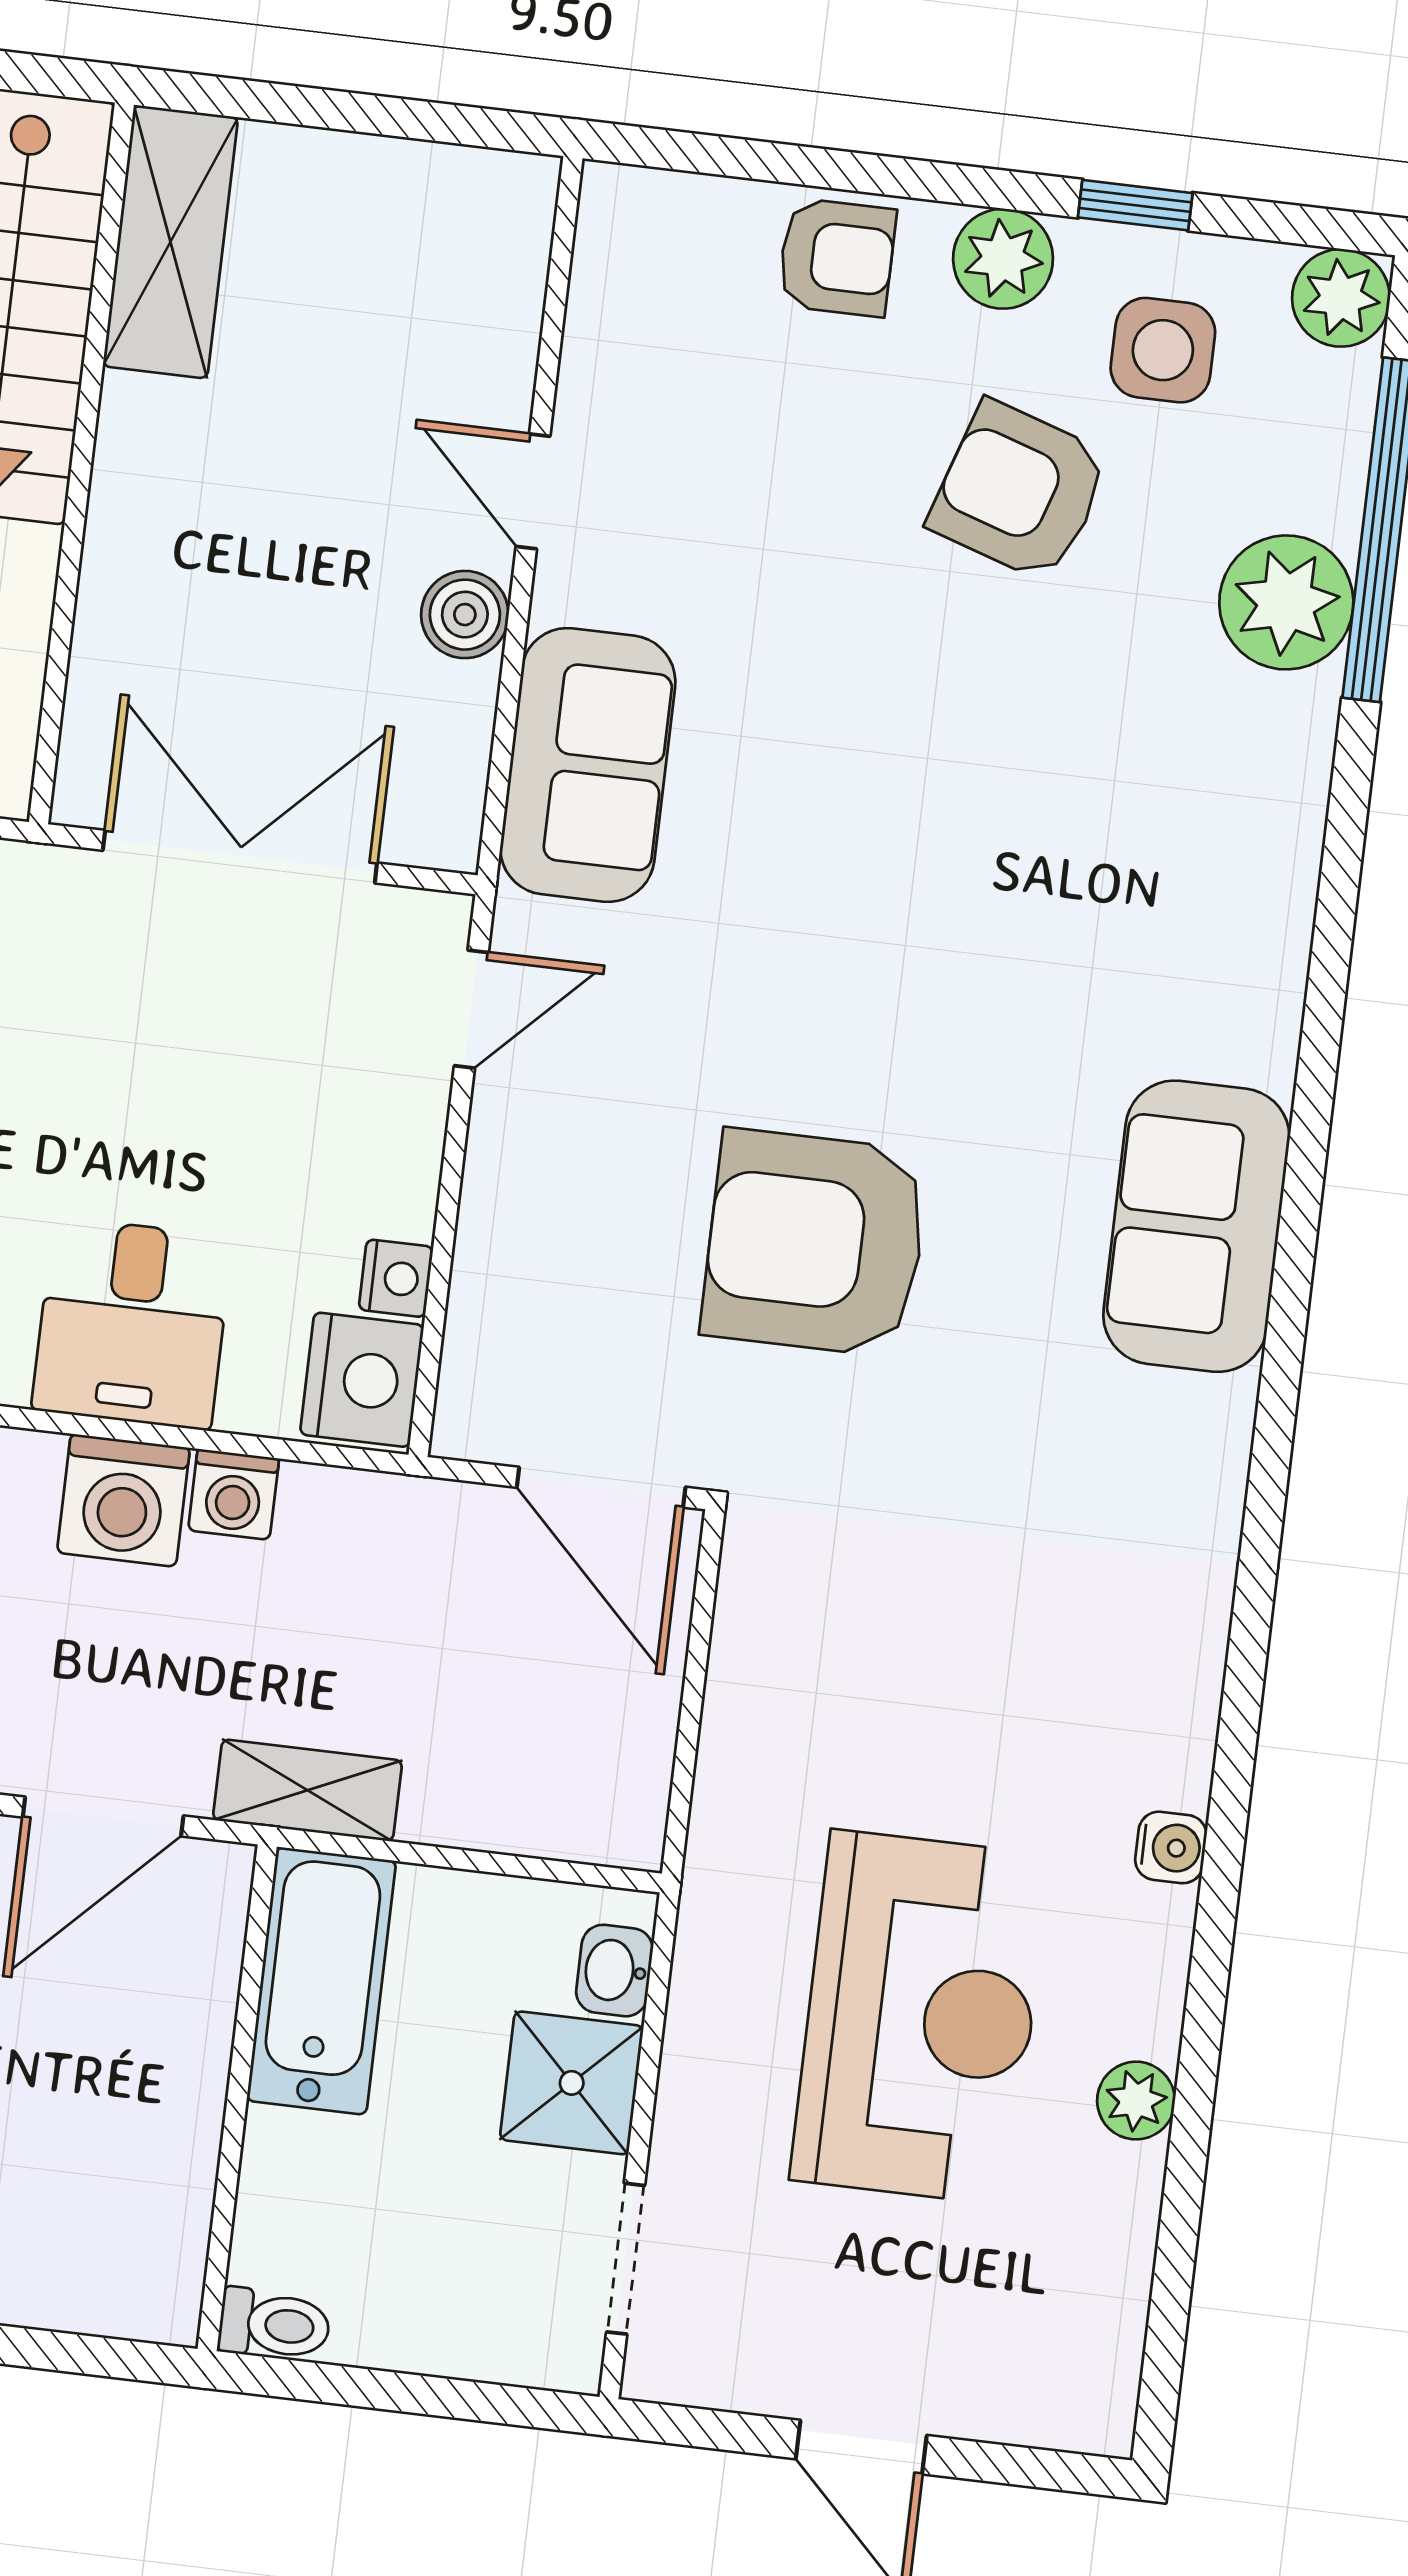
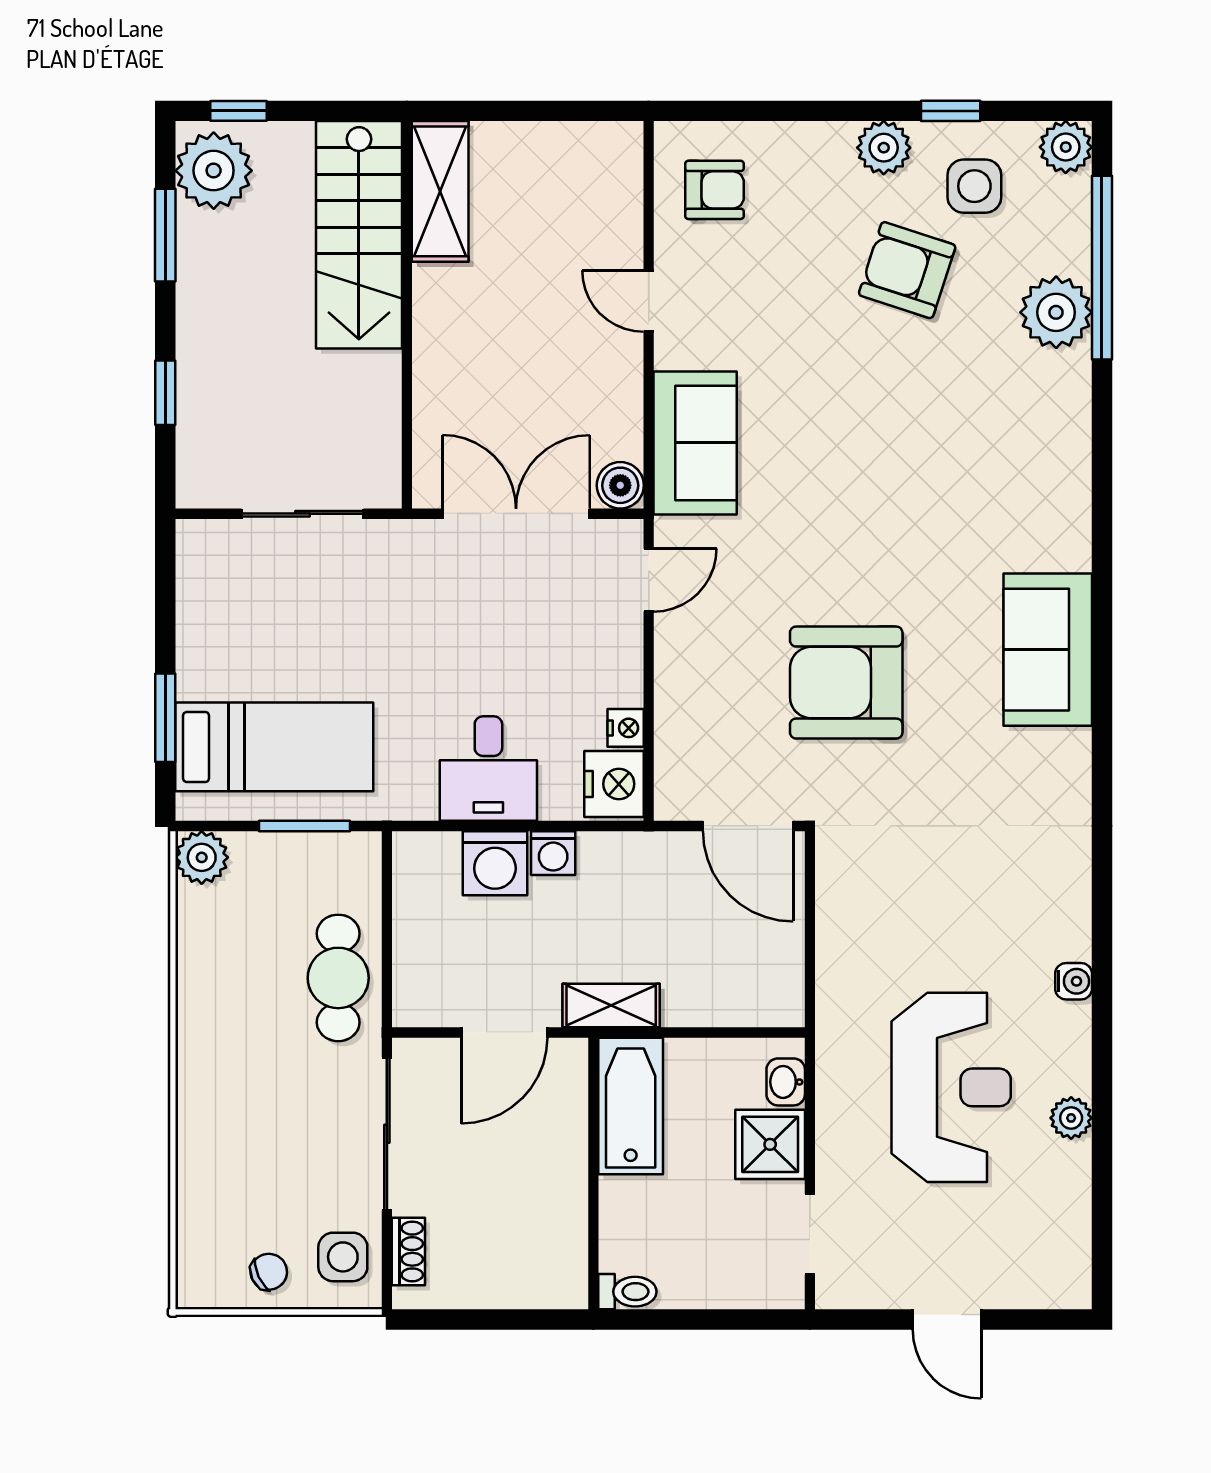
armchair: (837, 257) -> (714, 190), moved
boiler: (465, 615) -> (620, 485), moved

